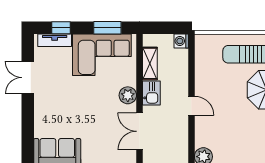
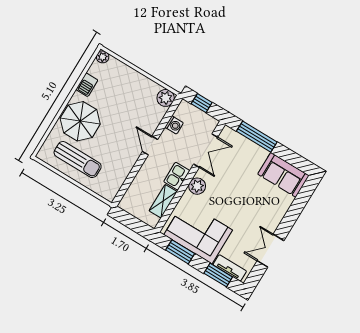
window: (61, 28) -> (218, 275), width x1.50
washing machine: (181, 41) -> (174, 125), moved
double door: (28, 78) -> (270, 251), swing flipped

